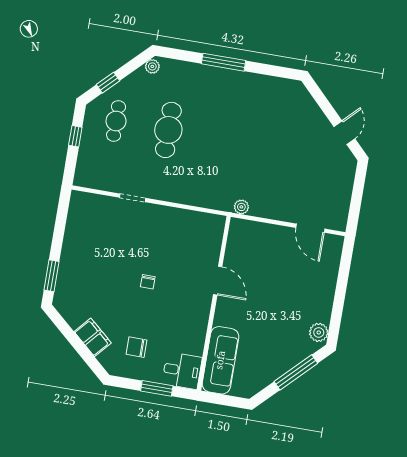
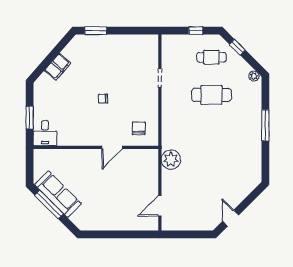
door: (344, 133) -> (231, 218), swing flipped
plant: (241, 207) -> (171, 160), width x1.88, depth x1.88
plant: (319, 332) -> (88, 224), removed
chair: (137, 347) -> (139, 128), moved
sofa: (220, 360) -> (58, 194), moved, turned -135
window: (296, 372) -> (49, 204), moved

